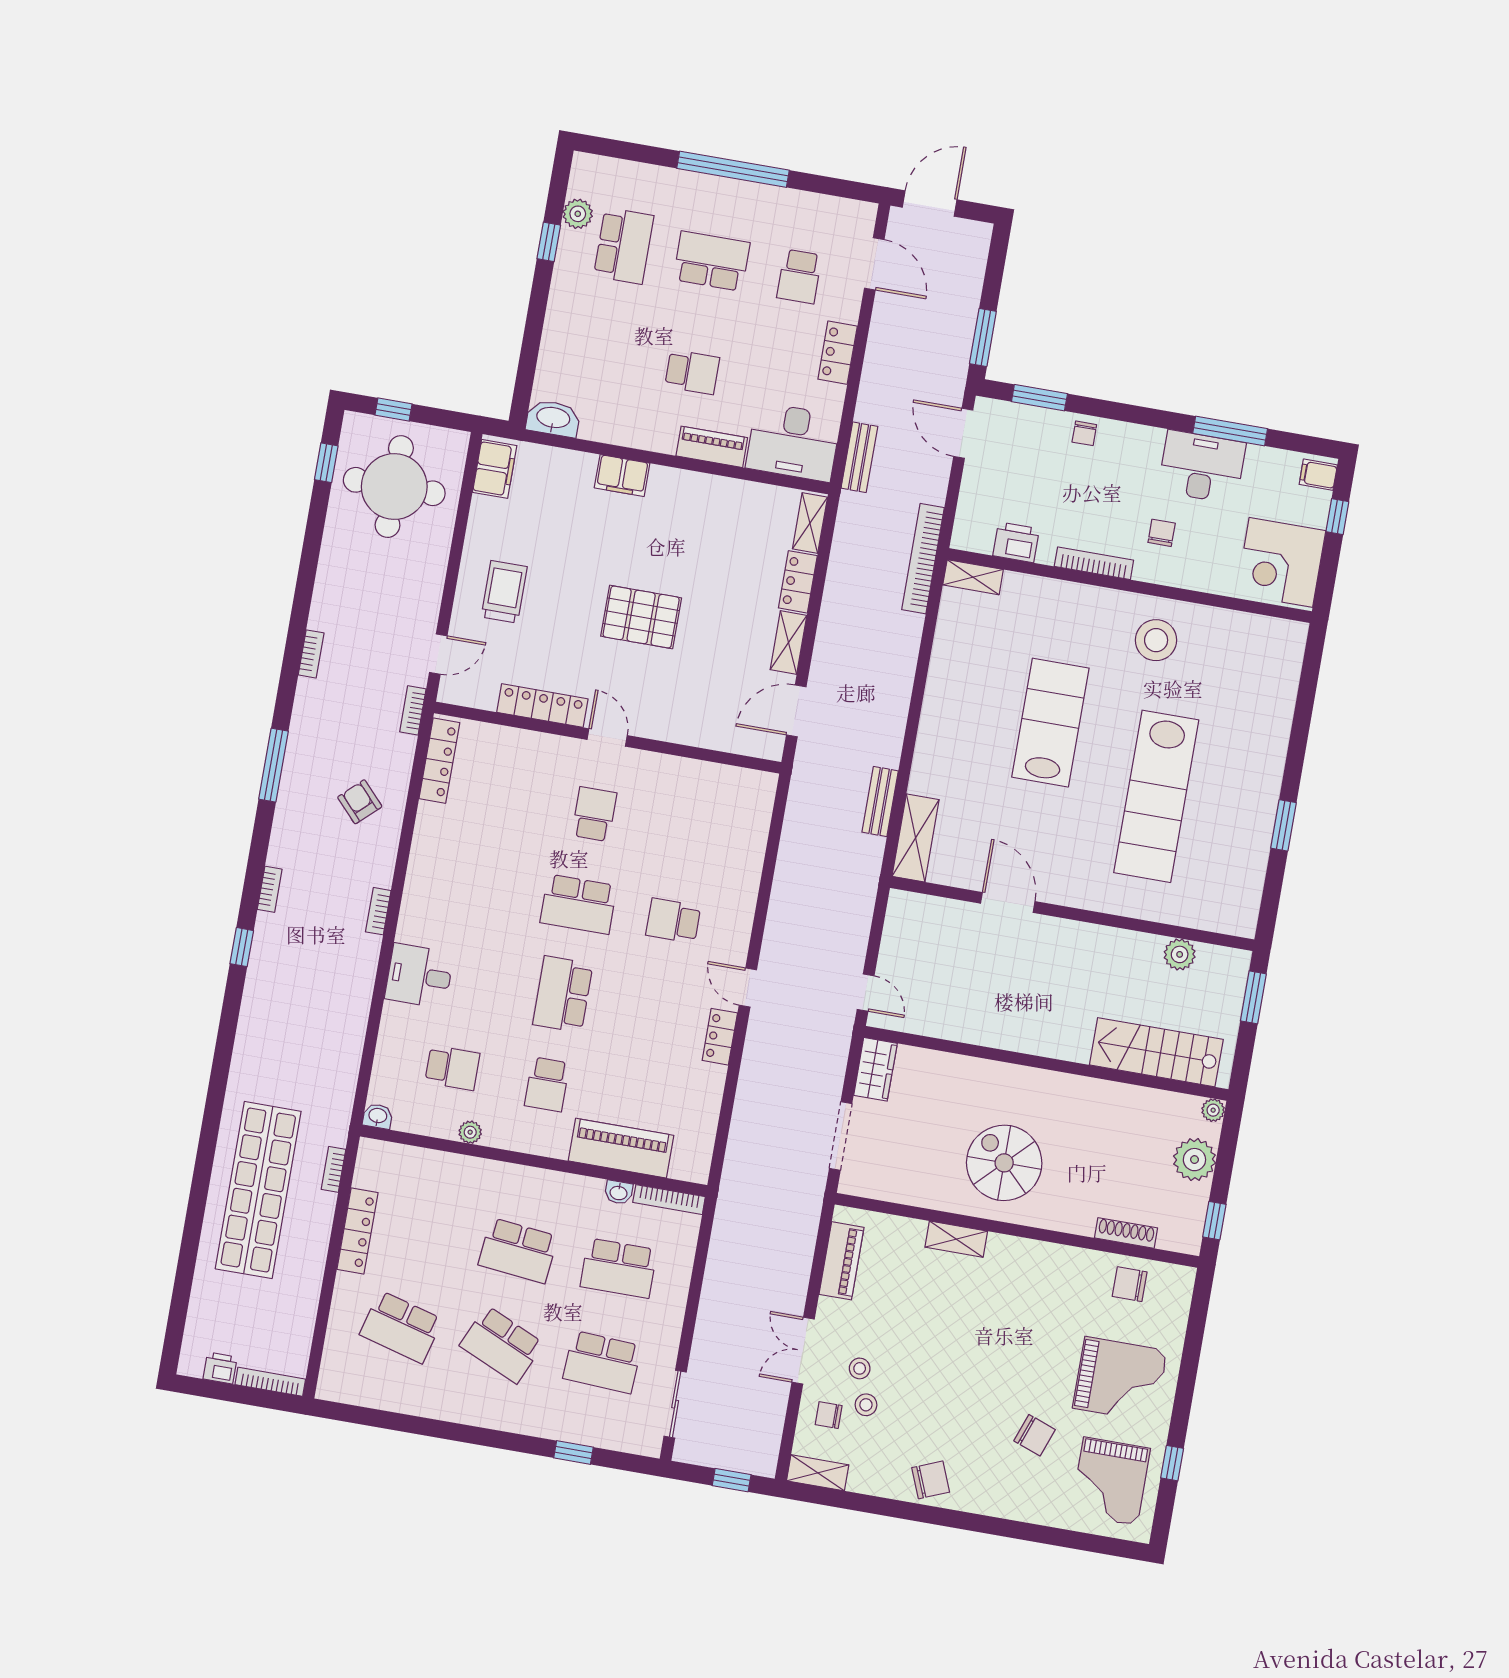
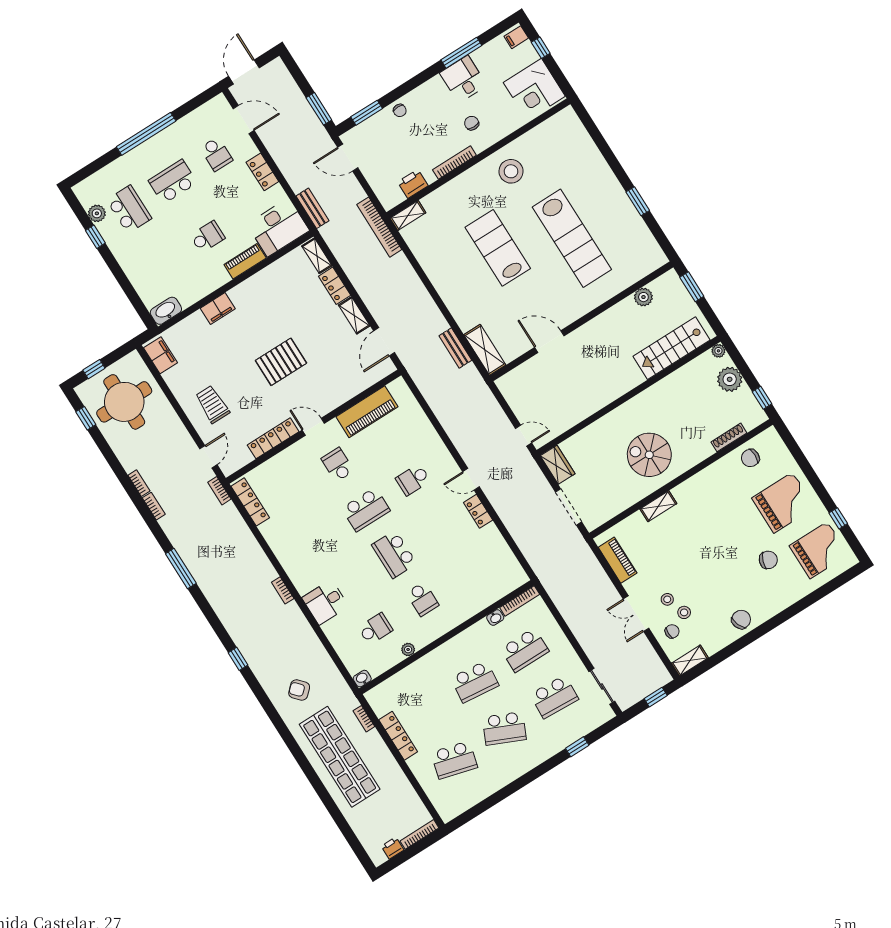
desk: (1202, 467) -> (463, 79), width x0.73
armchair: (360, 802) -> (299, 690), moved
bookcase: (270, 889) -> (139, 483), moved
piano: (621, 1148) -> (367, 412), moved, turned 180
chair: (829, 1415) -> (672, 631), turned 180
grand piano: (1110, 1481) -> (819, 550), turned -90

